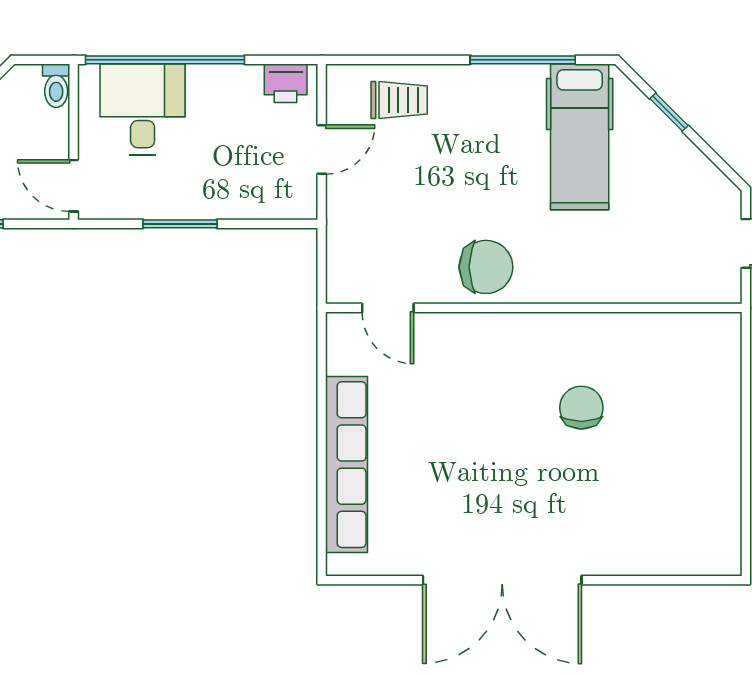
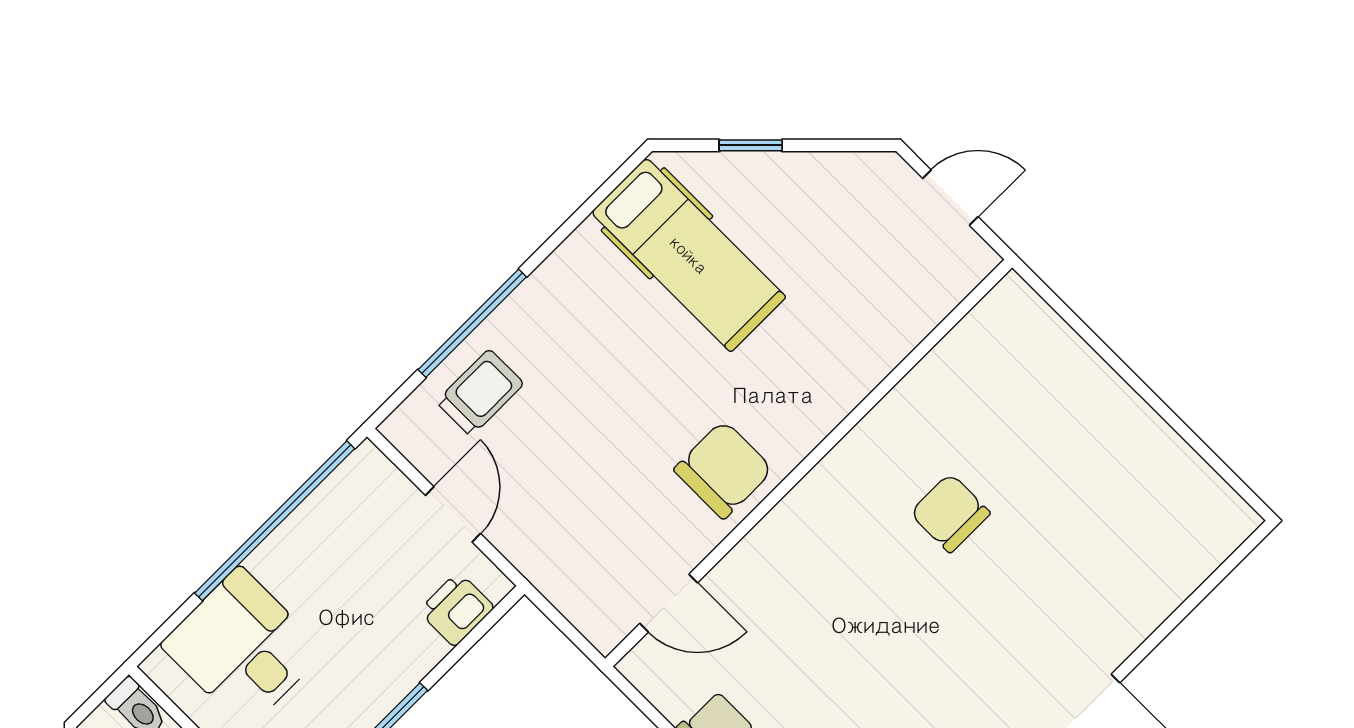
window: (165, 60) -> (275, 521), moved
window: (523, 60) -> (472, 323), moved
printer: (286, 83) -> (456, 609), moved, turned 180

